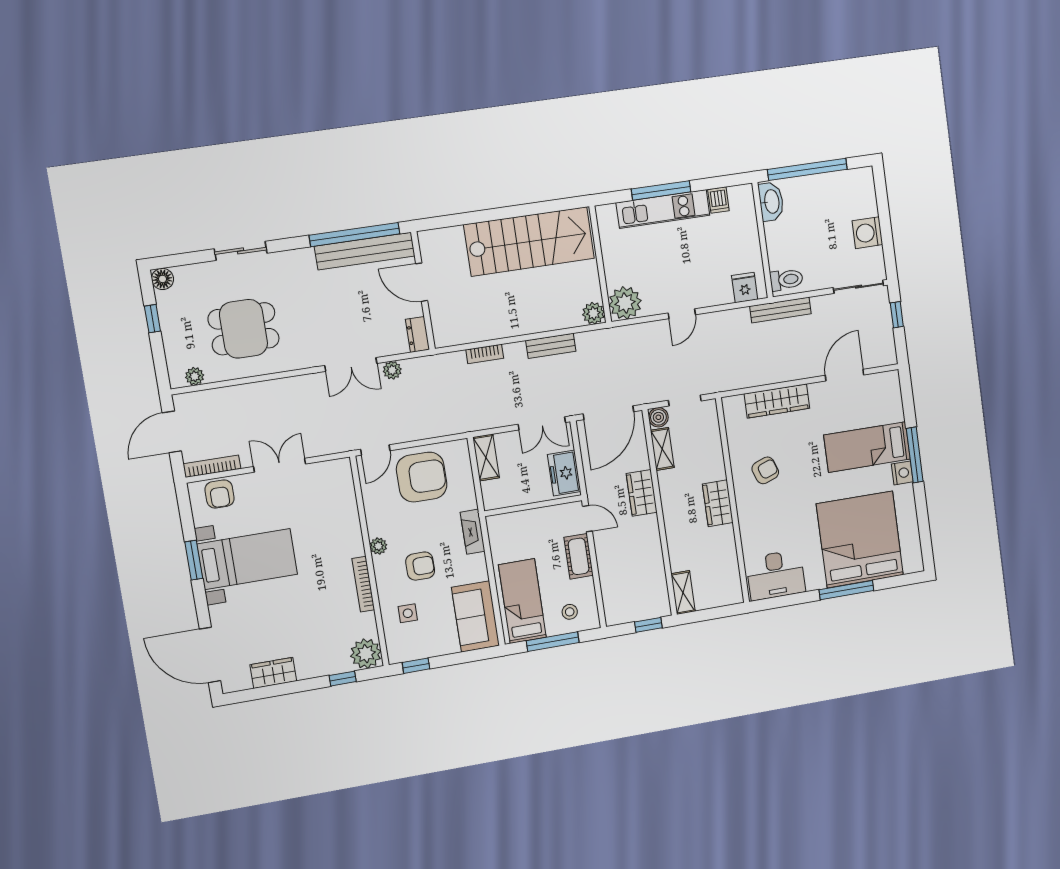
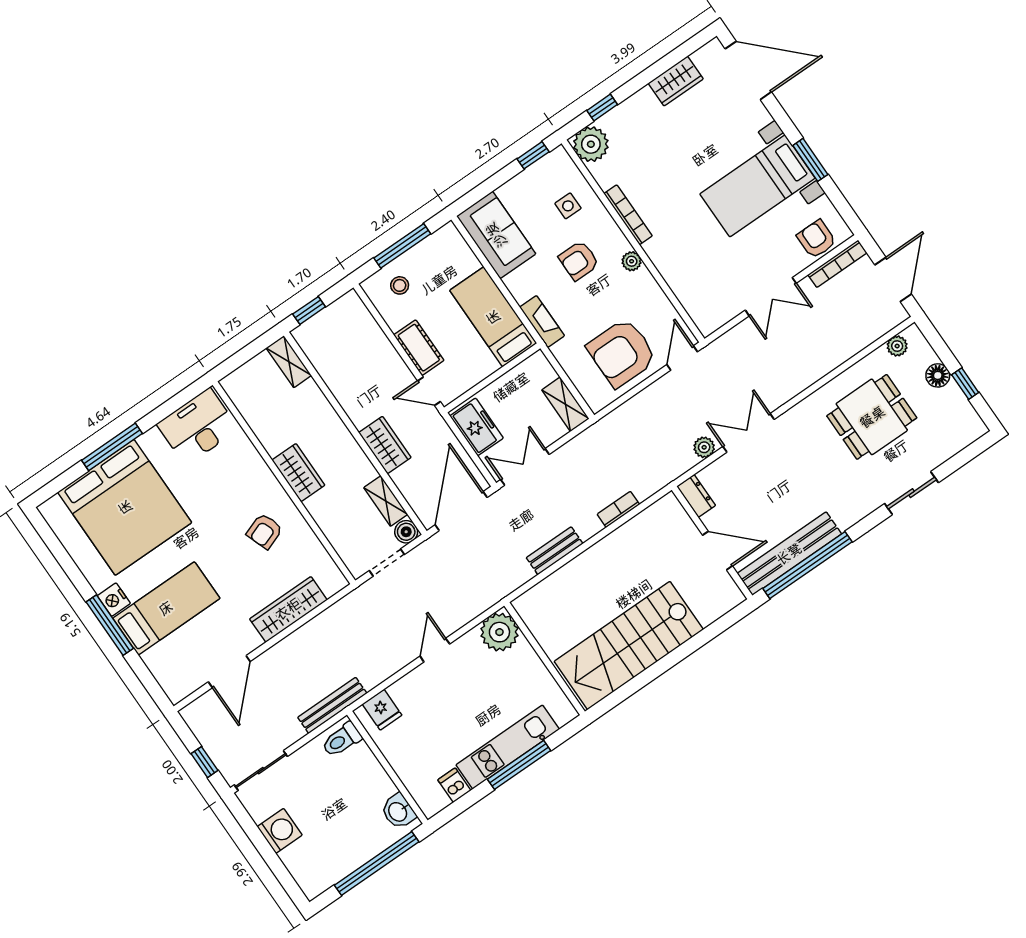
washbasin: (771, 202) -> (398, 811), width x0.72
floor lamp: (163, 279) -> (938, 375), moved
plant: (593, 313) -> (527, 605), removed
bed: (522, 601) -> (493, 317), moved, turned 180

